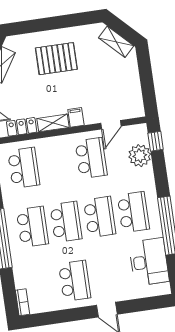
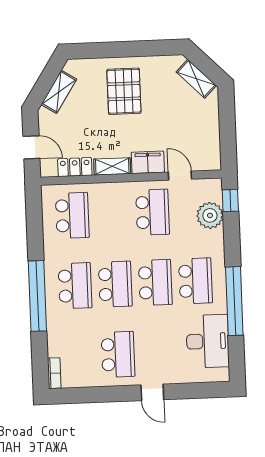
pallet: (56, 59) -> (124, 91), turned 90
filing cabinet: (76, 117) -> (148, 162), width x2.00
door: (111, 125) -> (180, 176), swing flipped

